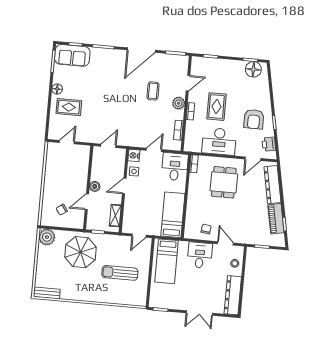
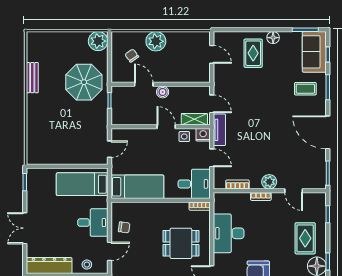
coffee table: (153, 91) -> (305, 89), moved
rug: (216, 107) -> (305, 238), moved, turned 90
tv unit: (131, 141) -> (219, 130), added
plant: (51, 188) -> (156, 41), added
shelving: (115, 216) -> (194, 119), moved
door: (139, 236) -> (109, 149), swing flipped
sun lounger: (120, 273) -> (64, 131), removed
bench: (47, 293) -> (32, 78), moved

